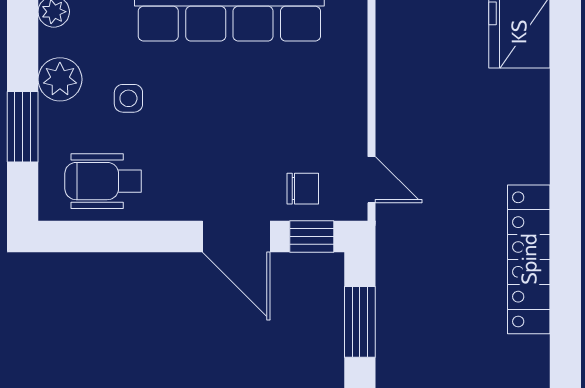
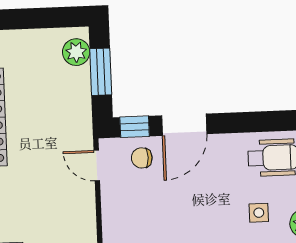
door: (236, 237) -> (184, 125), swing flipped
plant: (396, 353) -> (76, 52), added

